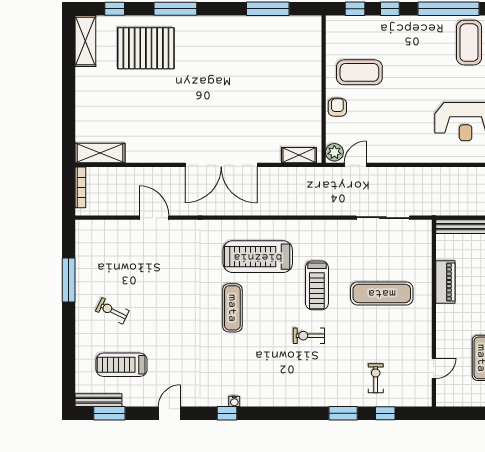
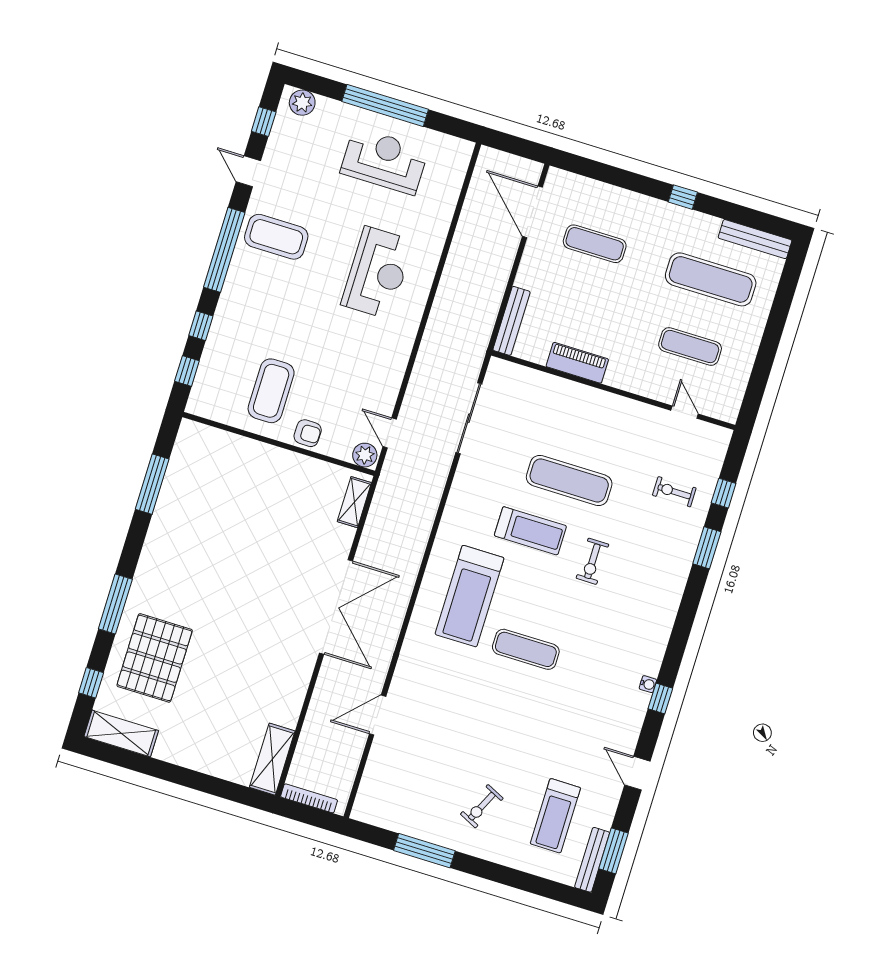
armchair: (337, 107) -> (308, 433), turned 180
exercise mat: (382, 293) -> (569, 480), moved, turned 90

